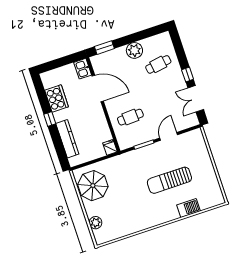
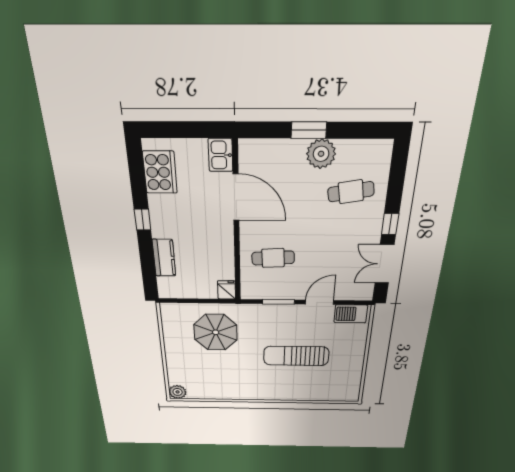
window: (104, 48) -> (309, 130), moved
cooker: (57, 98) -> (160, 172), moved
kitchen counter: (67, 139) -> (164, 258), width x0.67
parasol: (93, 186) -> (216, 332), moved
barbecue: (189, 208) -> (351, 314), moved, turned 180
plant: (96, 223) -> (178, 392), moved

